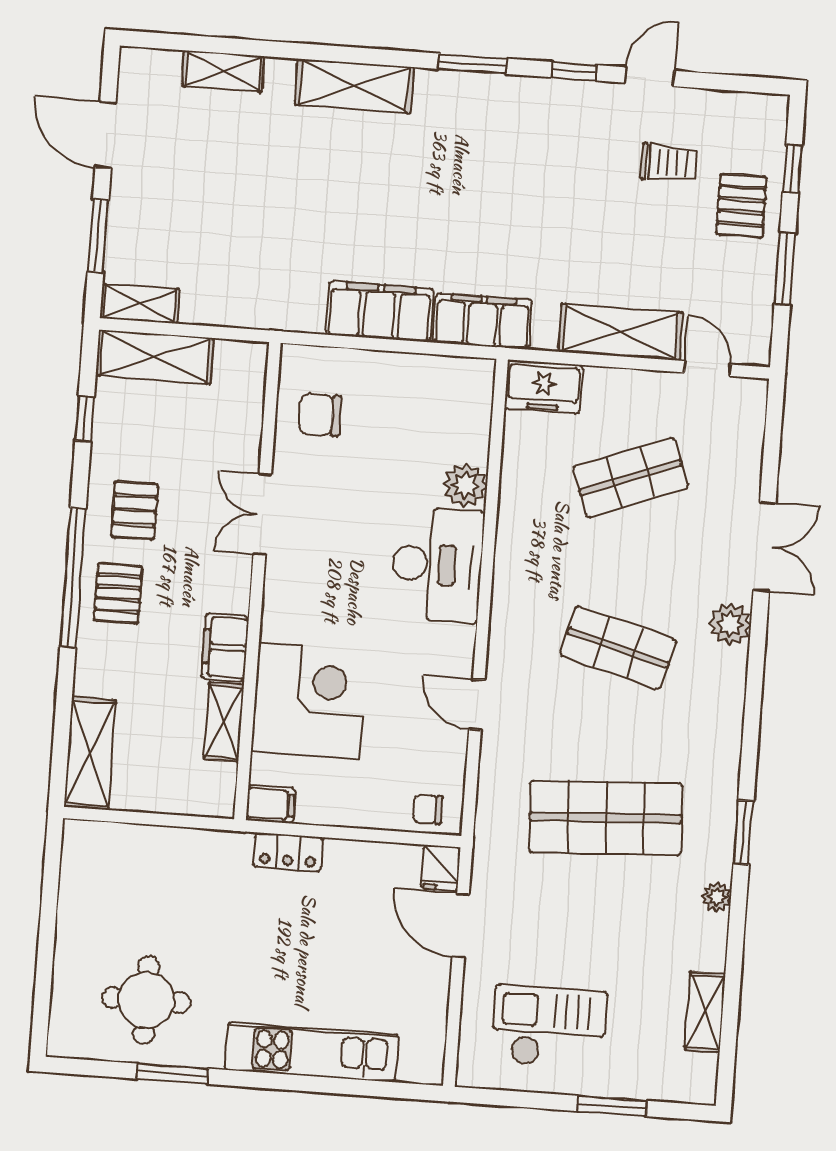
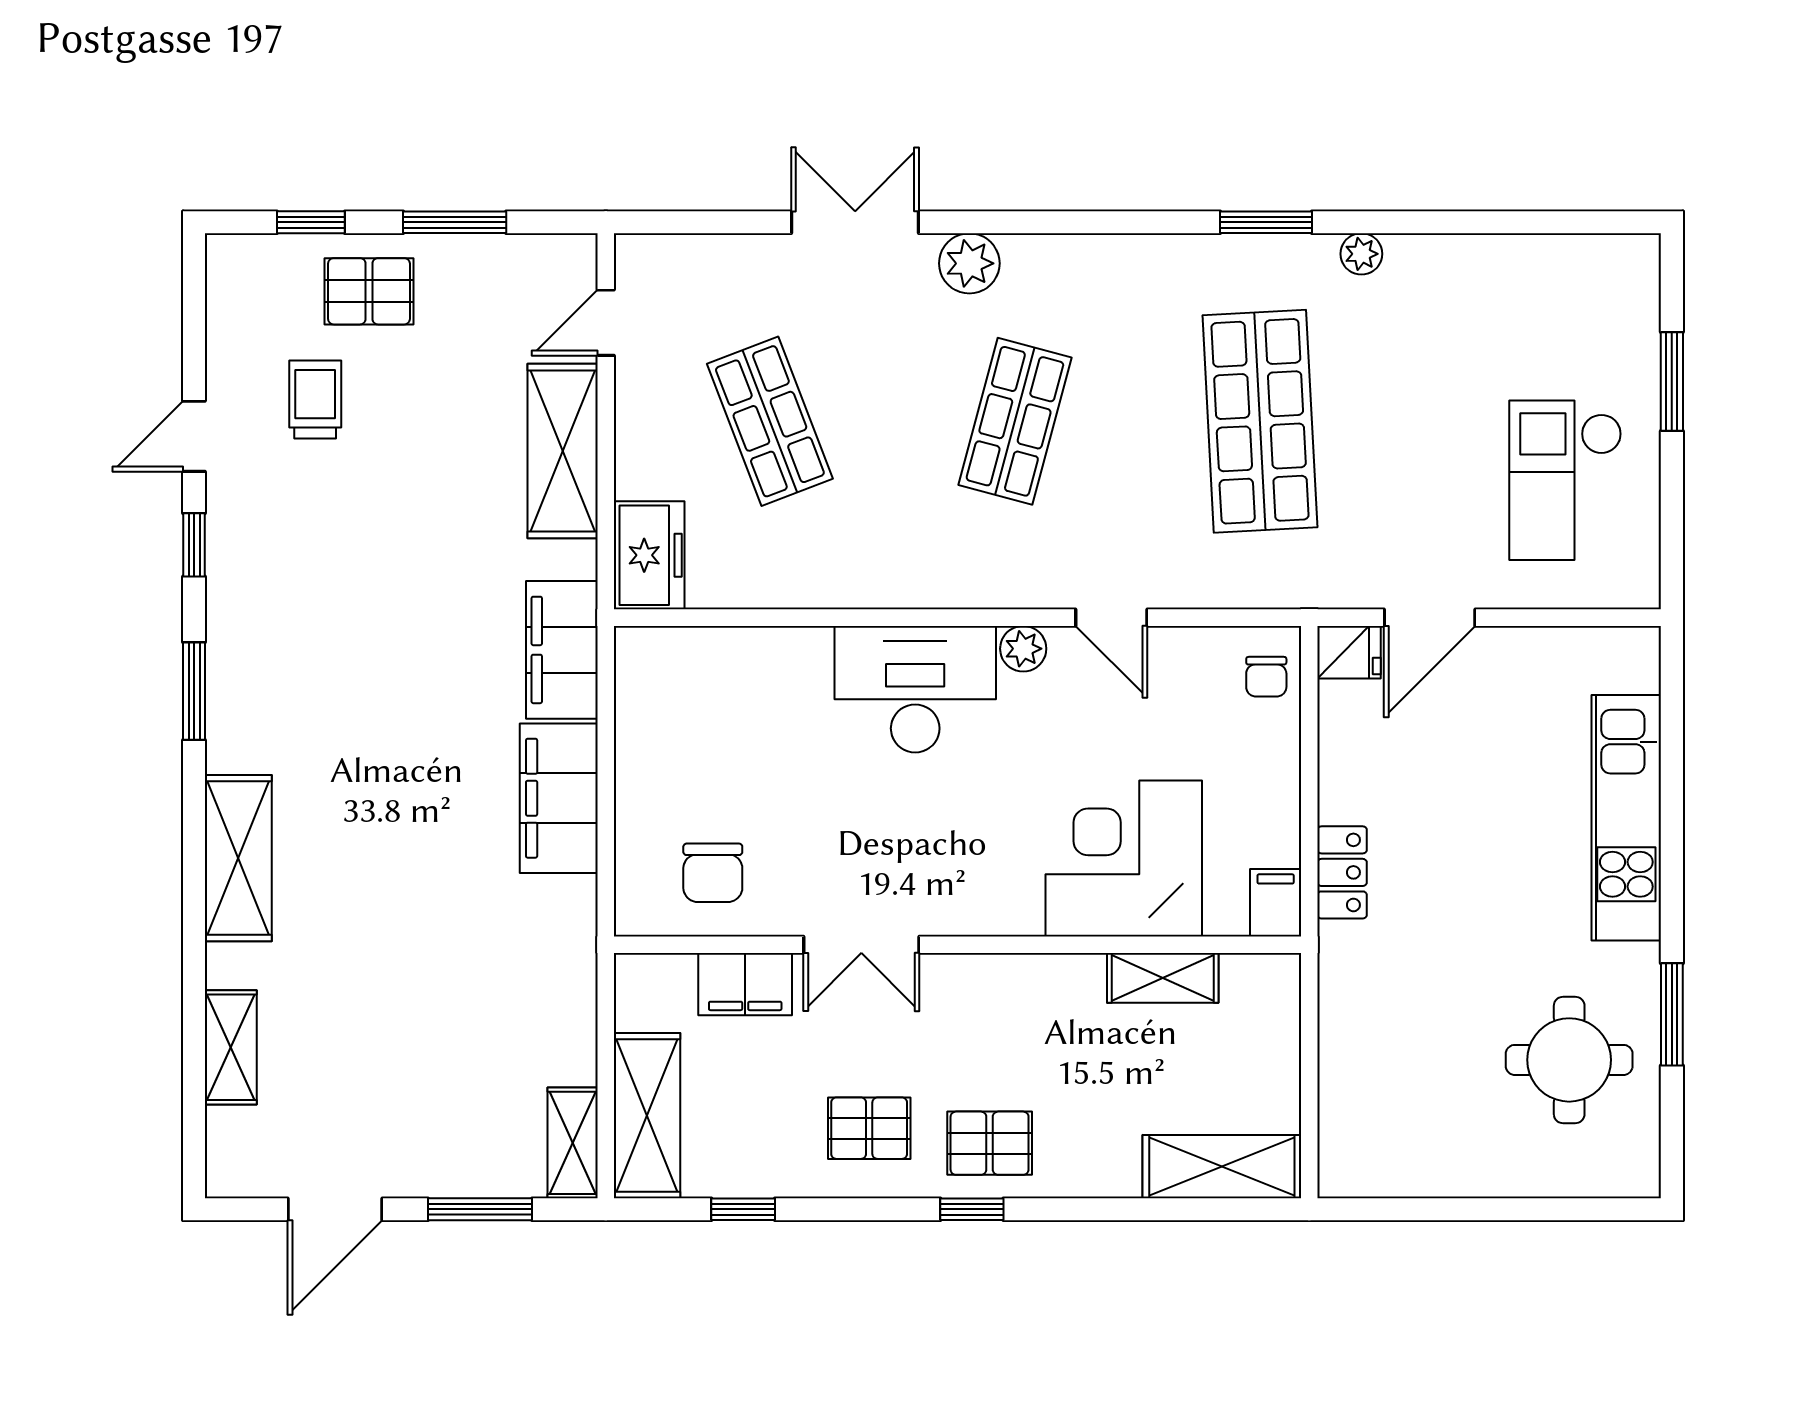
door: (650, 77) -> (194, 436), hinge flipped
plant: (465, 485) -> (1023, 649), moved, width x0.73, depth x0.73
window: (73, 578) -> (972, 1209), width x0.32
filing cabinet: (225, 648) -> (745, 984), moved
door: (477, 705) -> (1111, 618), hinge flipped
shelving: (705, 1012) -> (1528, 258), removed

